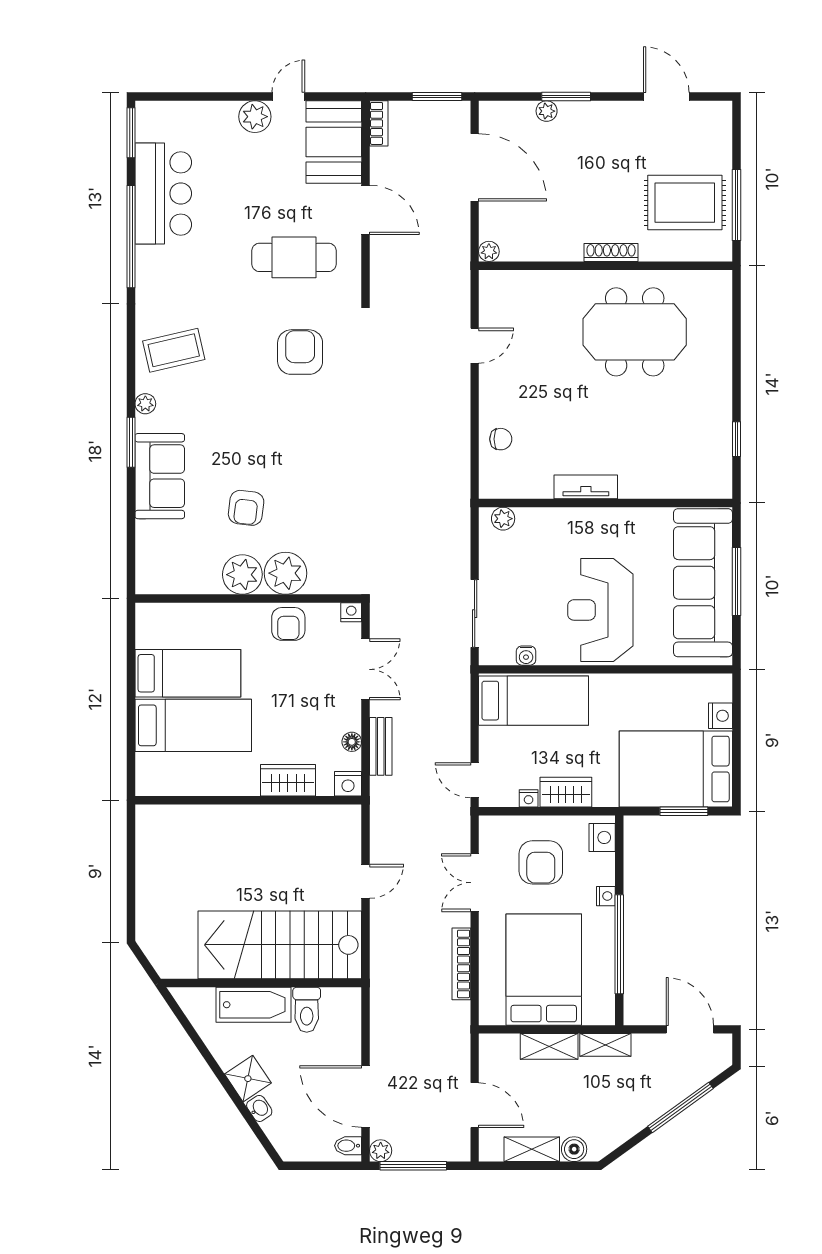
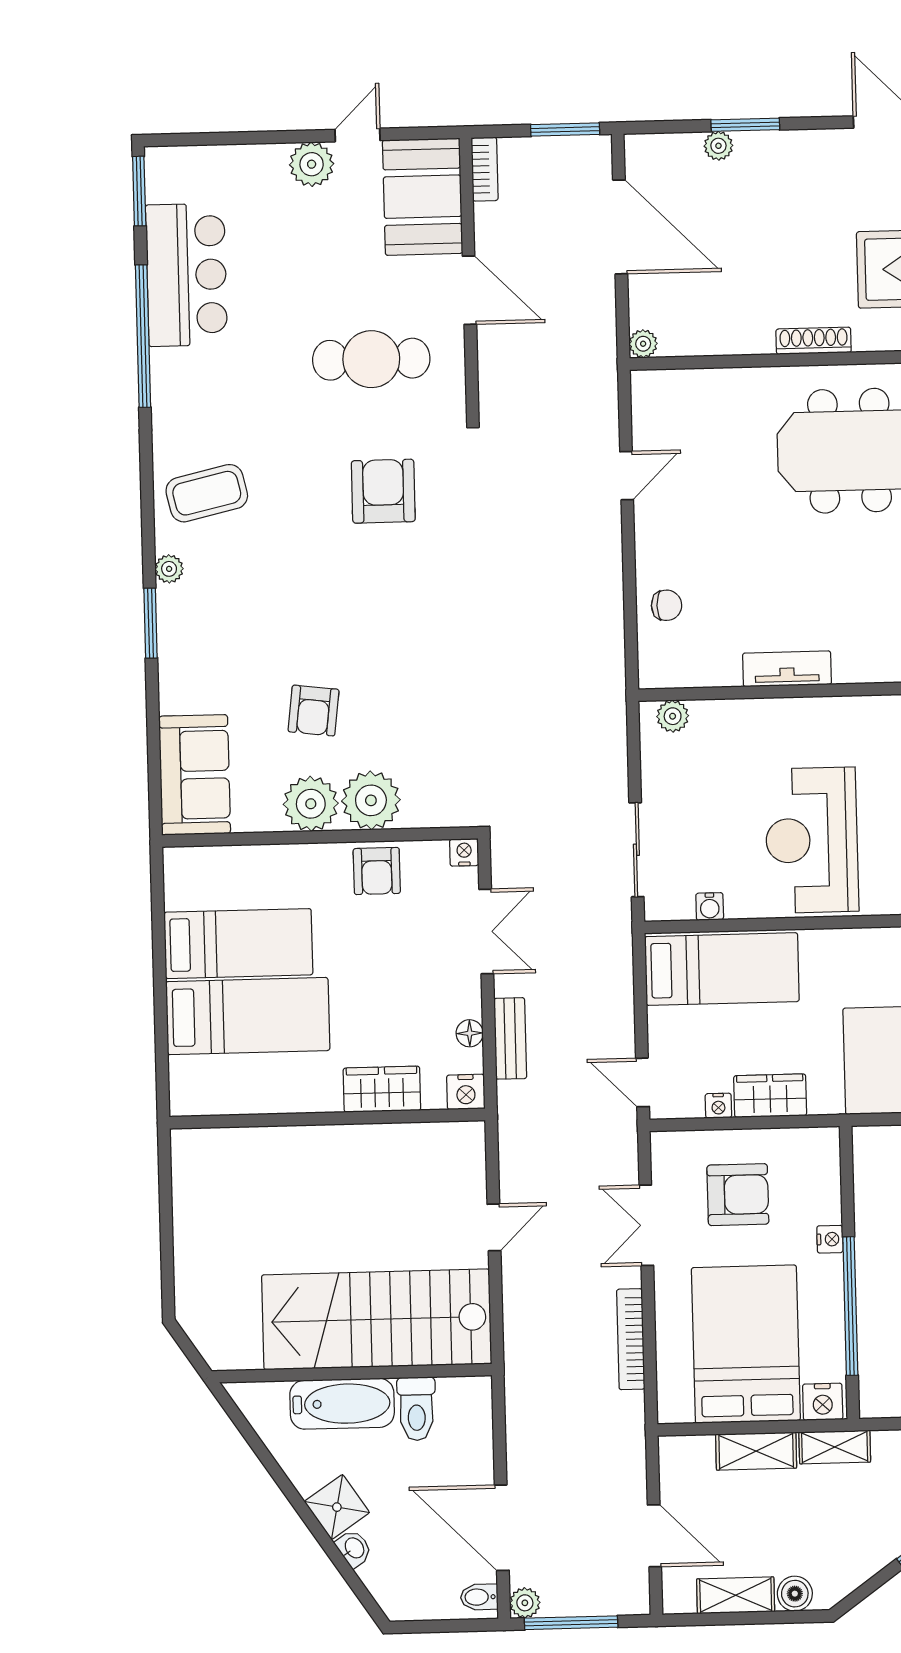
sofa: (160, 476) -> (195, 775), moved
nightstand: (602, 837) -> (823, 1402), moved, turned 90
armchair: (541, 862) -> (738, 1195), turned -90

